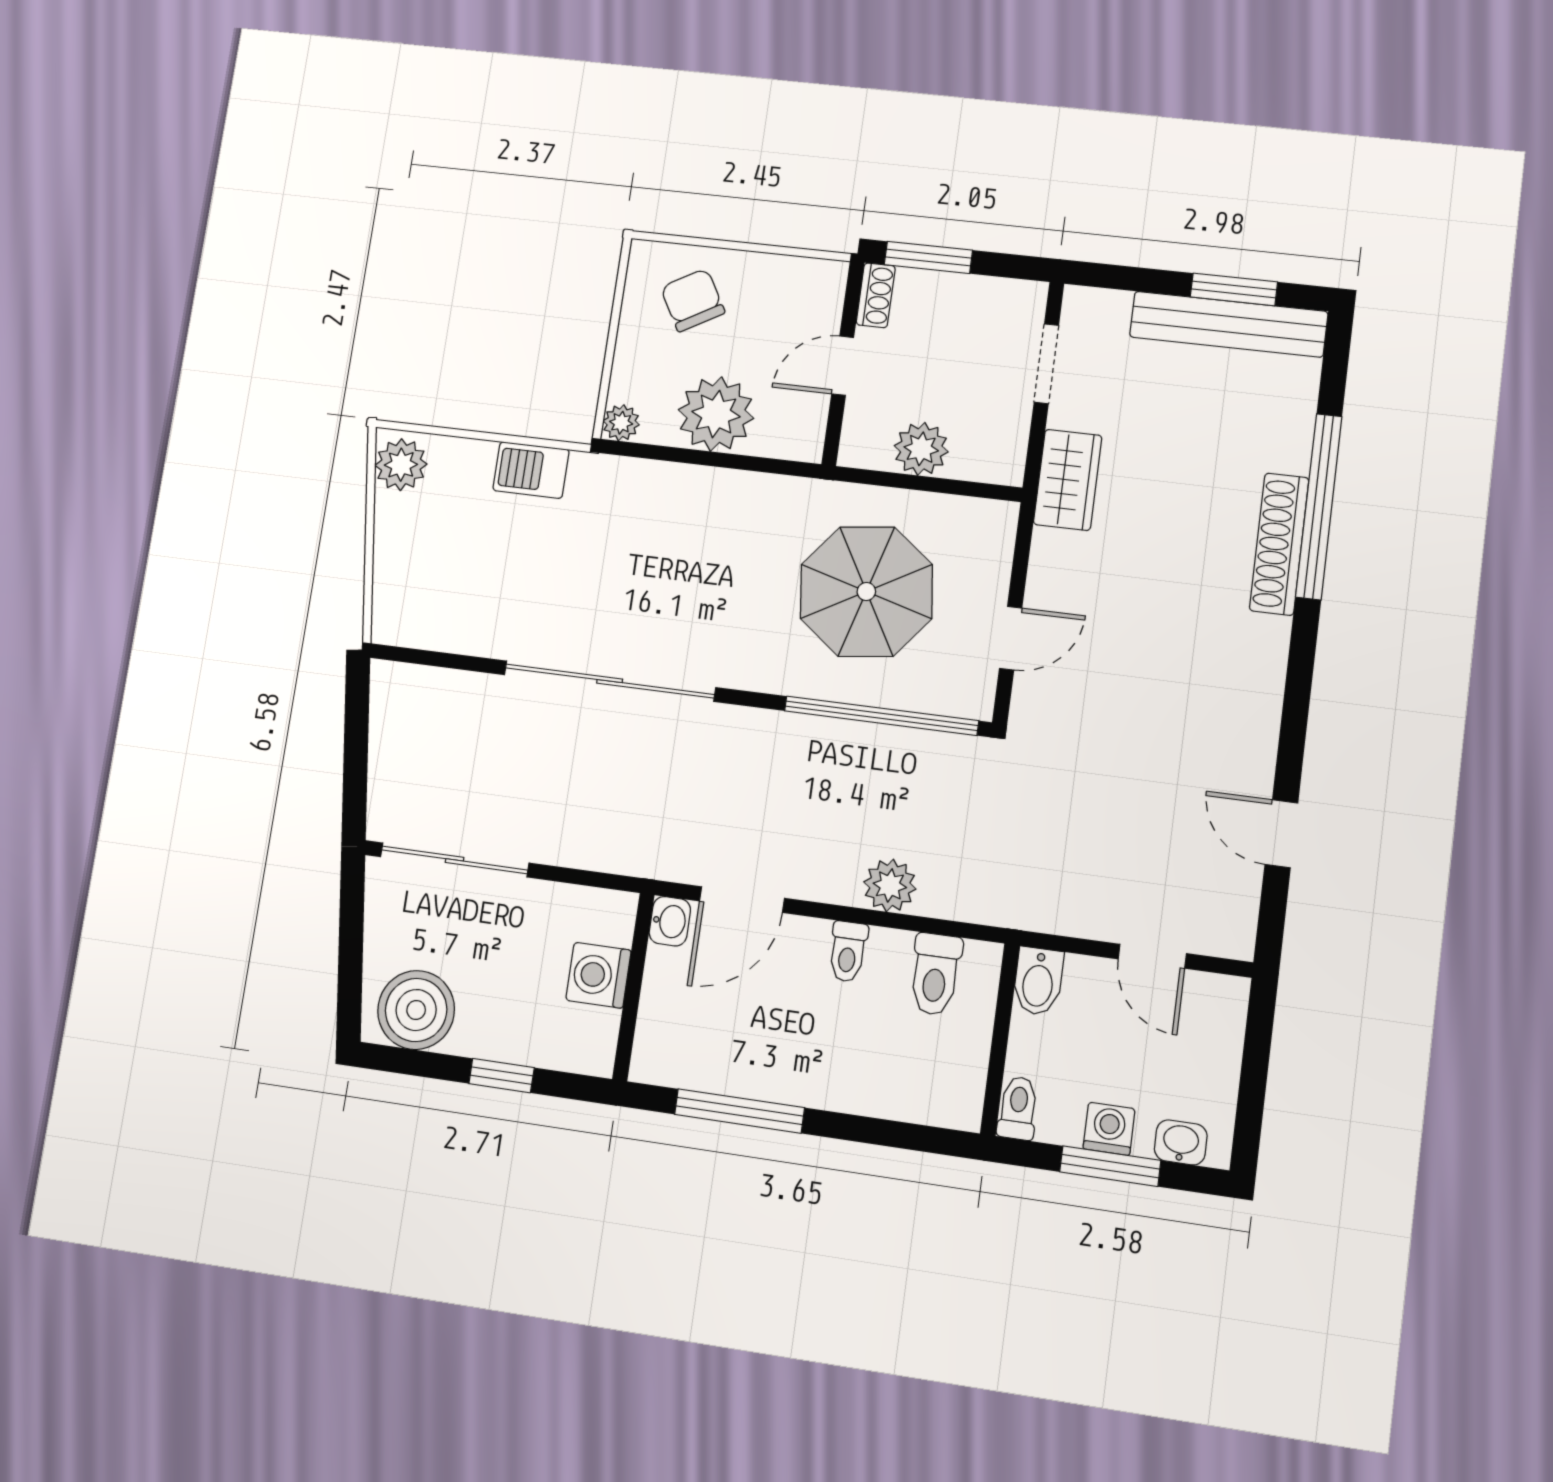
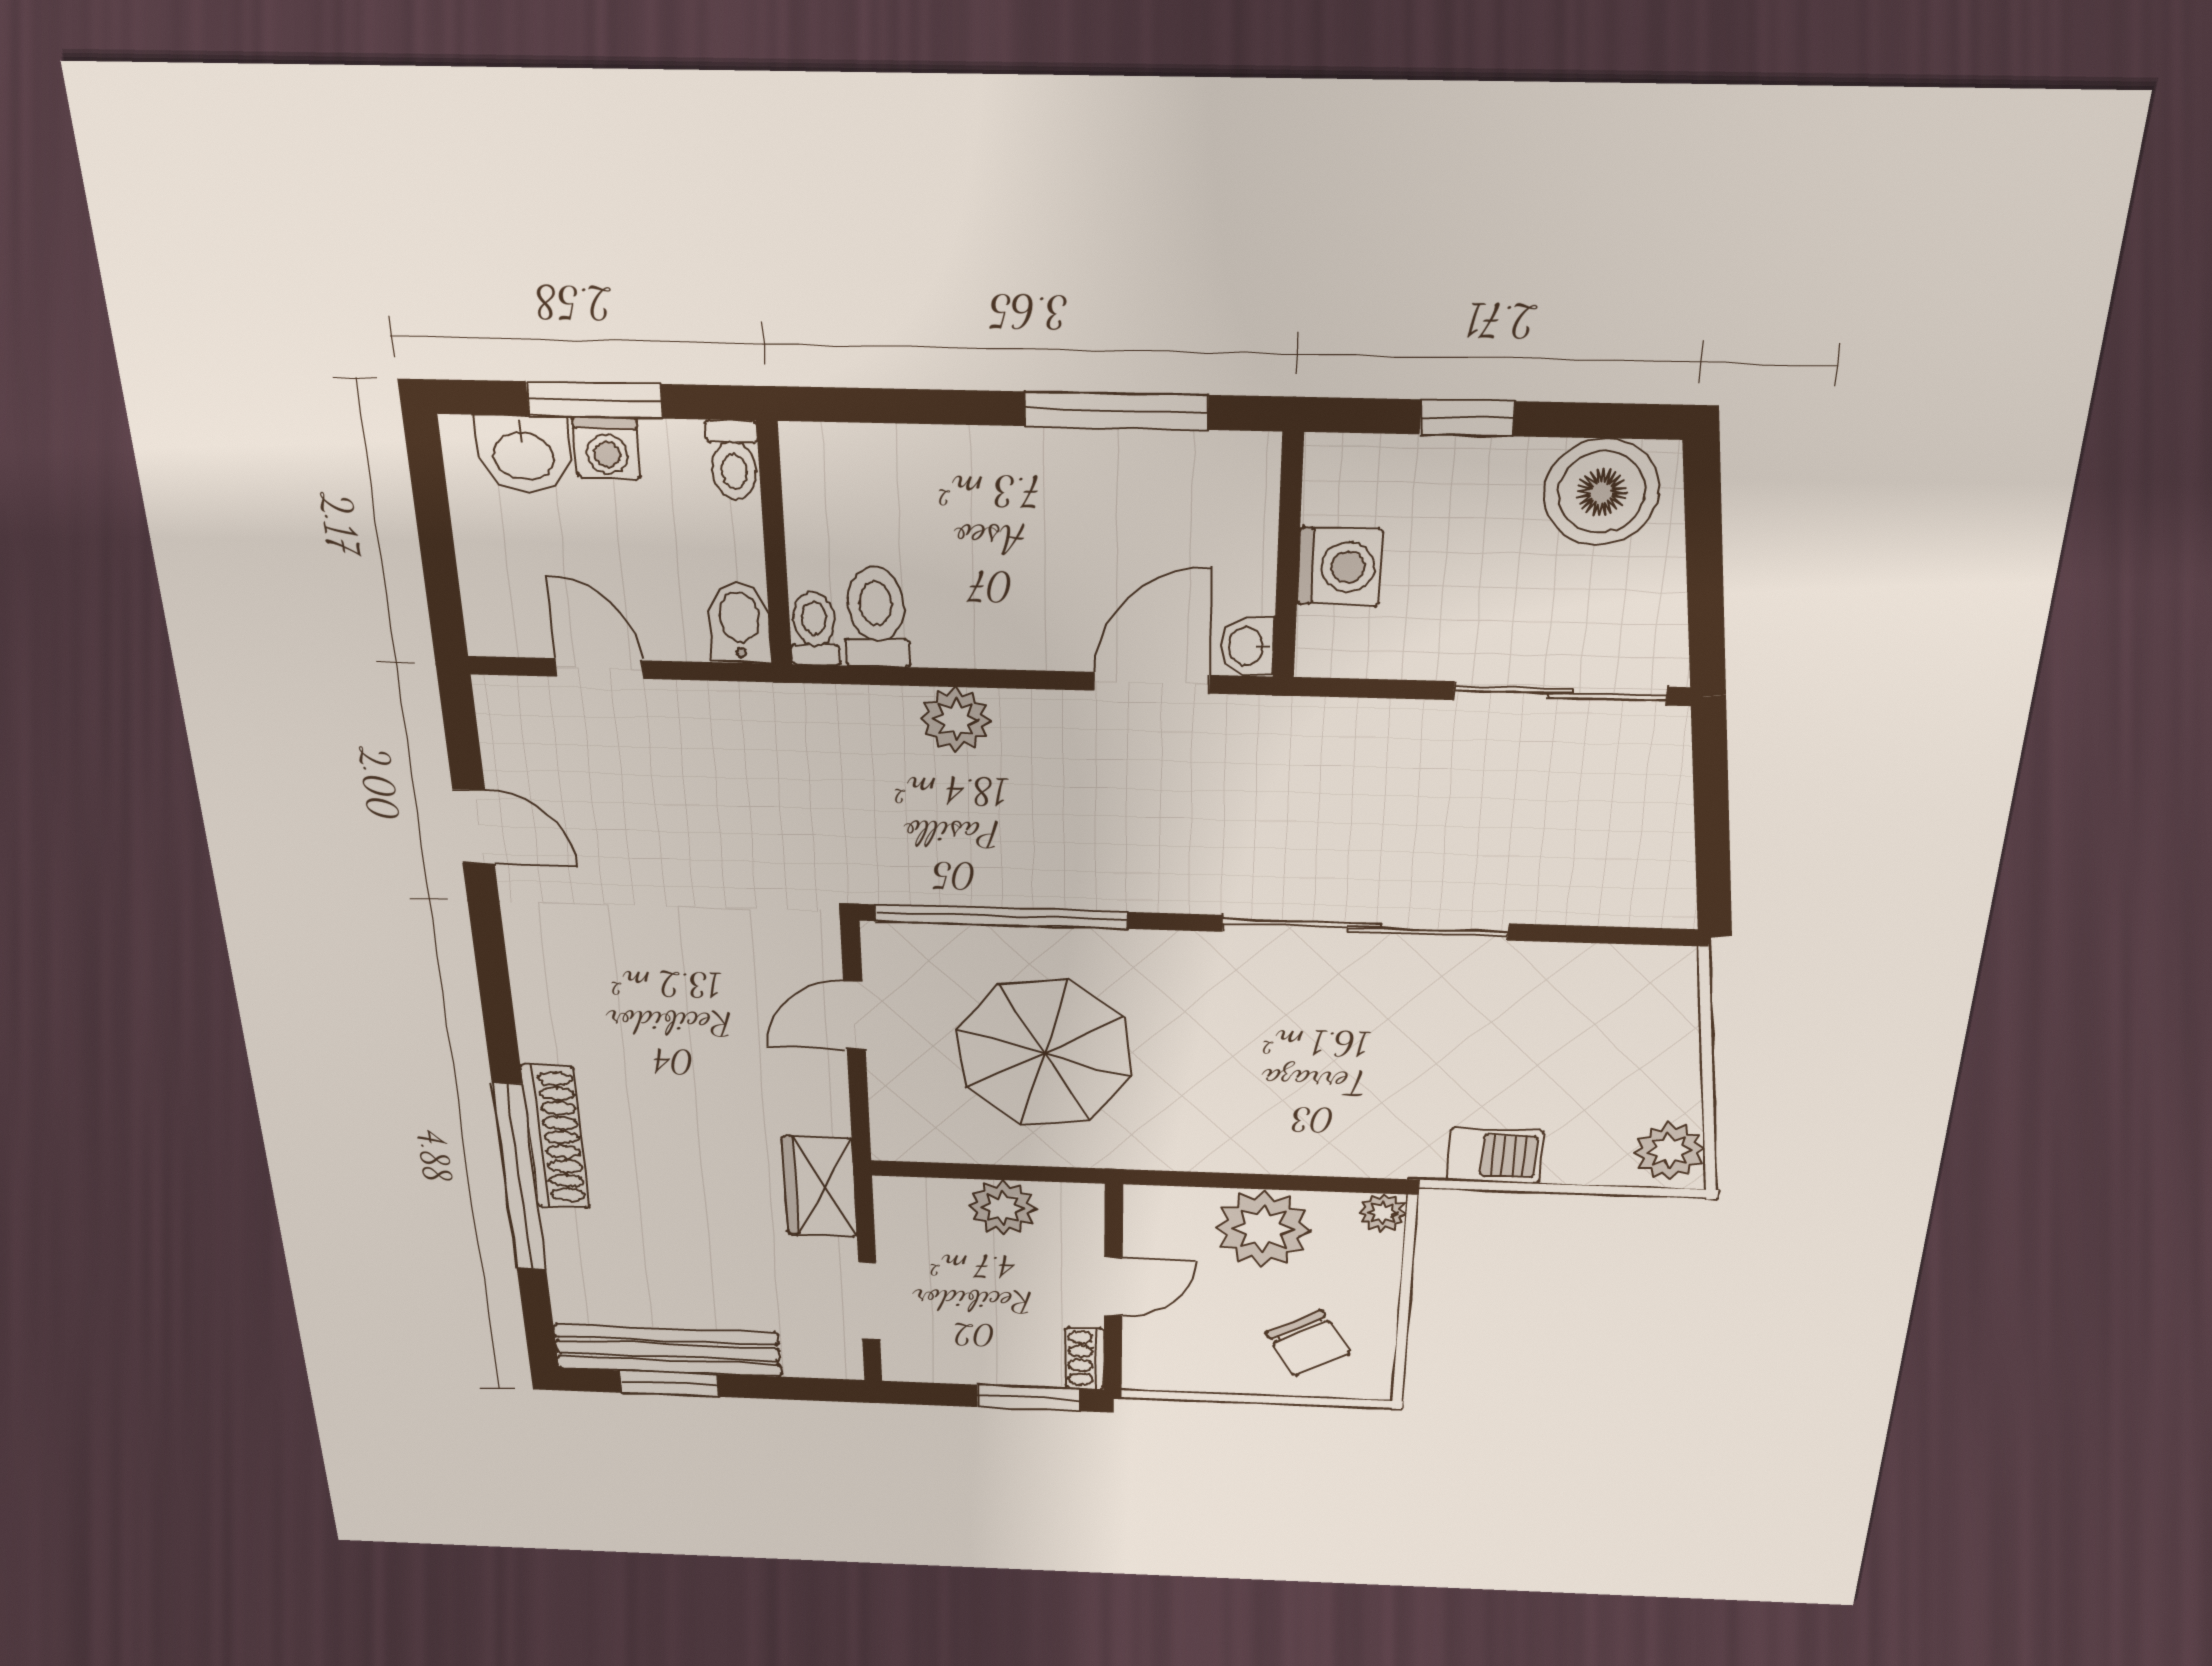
toilet: (848, 952) -> (814, 628), moved
washbasin: (1181, 1142) -> (523, 454), width x1.38, depth x1.45

